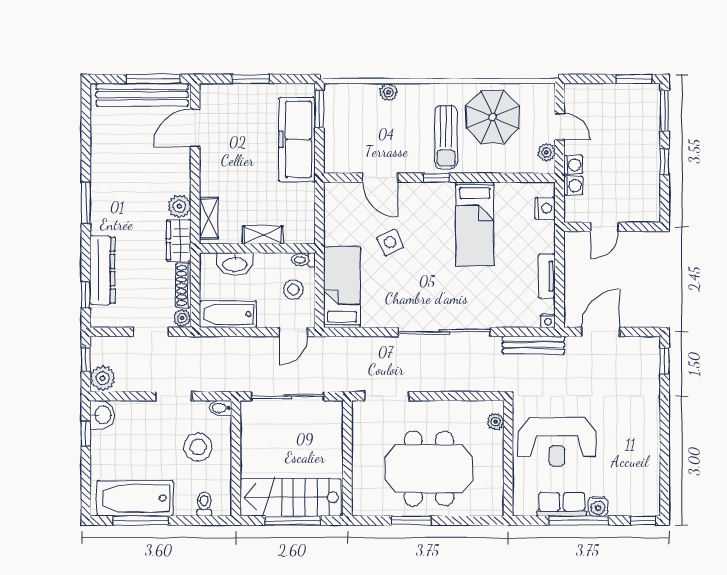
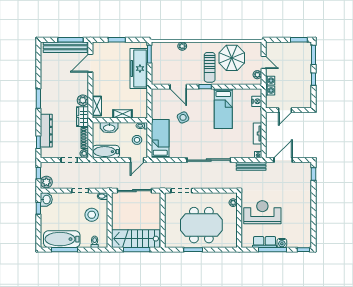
reception desk: (557, 442) -> (262, 212), turned 180

